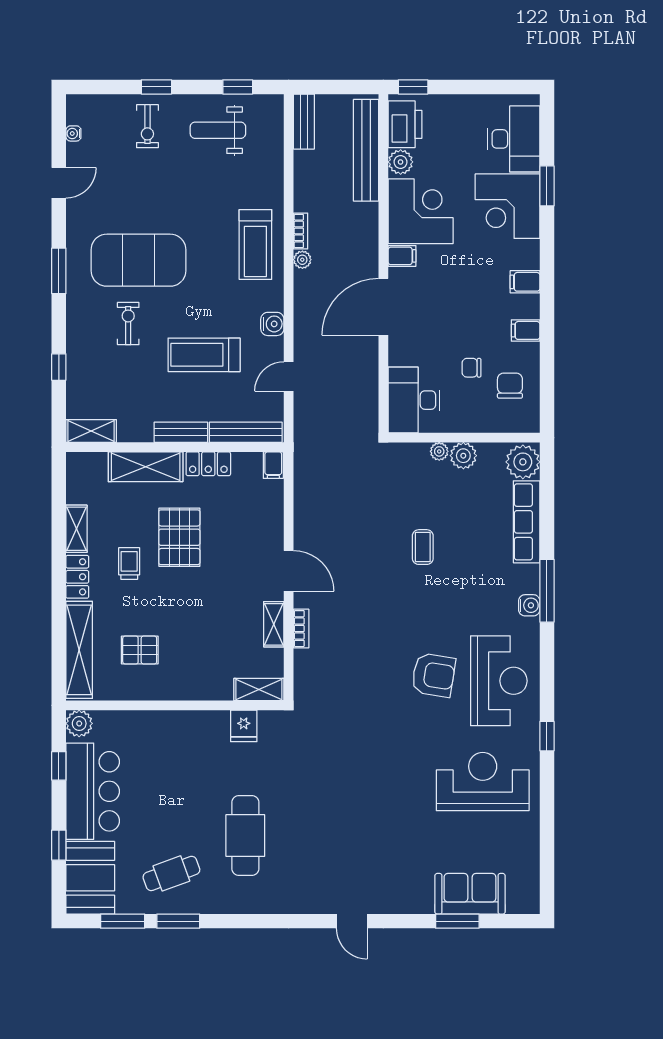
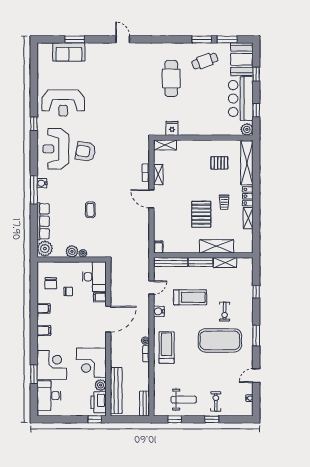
filing cabinet: (402, 256) -> (100, 297), moved
shelving: (91, 431) -> (225, 263), moved
locker: (208, 464) -> (188, 248), removed

